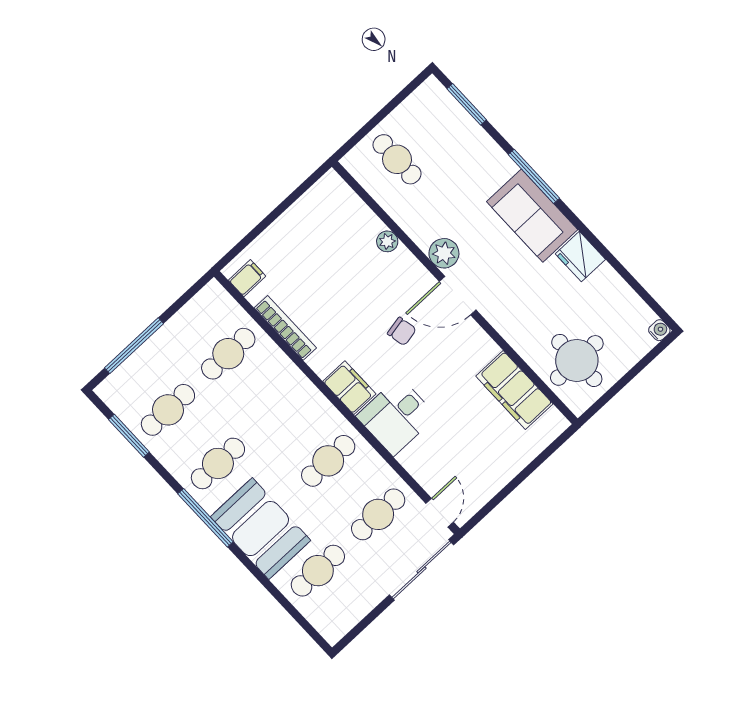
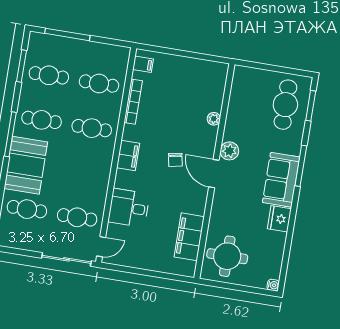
cafe table: (397, 159) -> (285, 105), moved, width x1.37, depth x1.35
desk: (396, 416) -> (129, 208), moved
cafe table: (328, 461) -> (92, 128), moved

